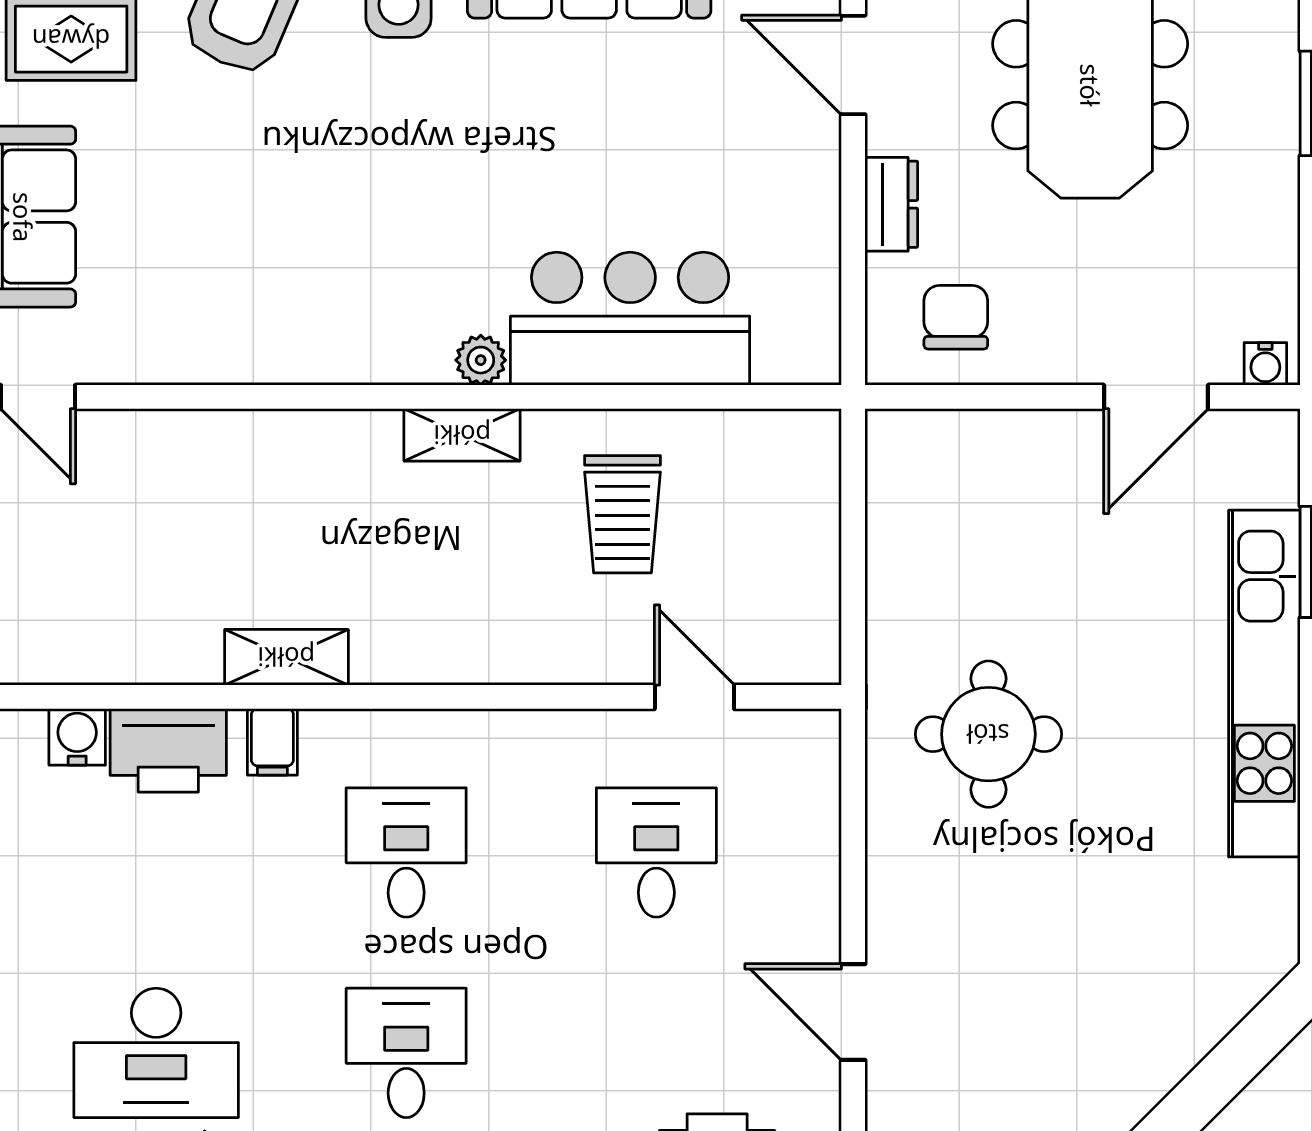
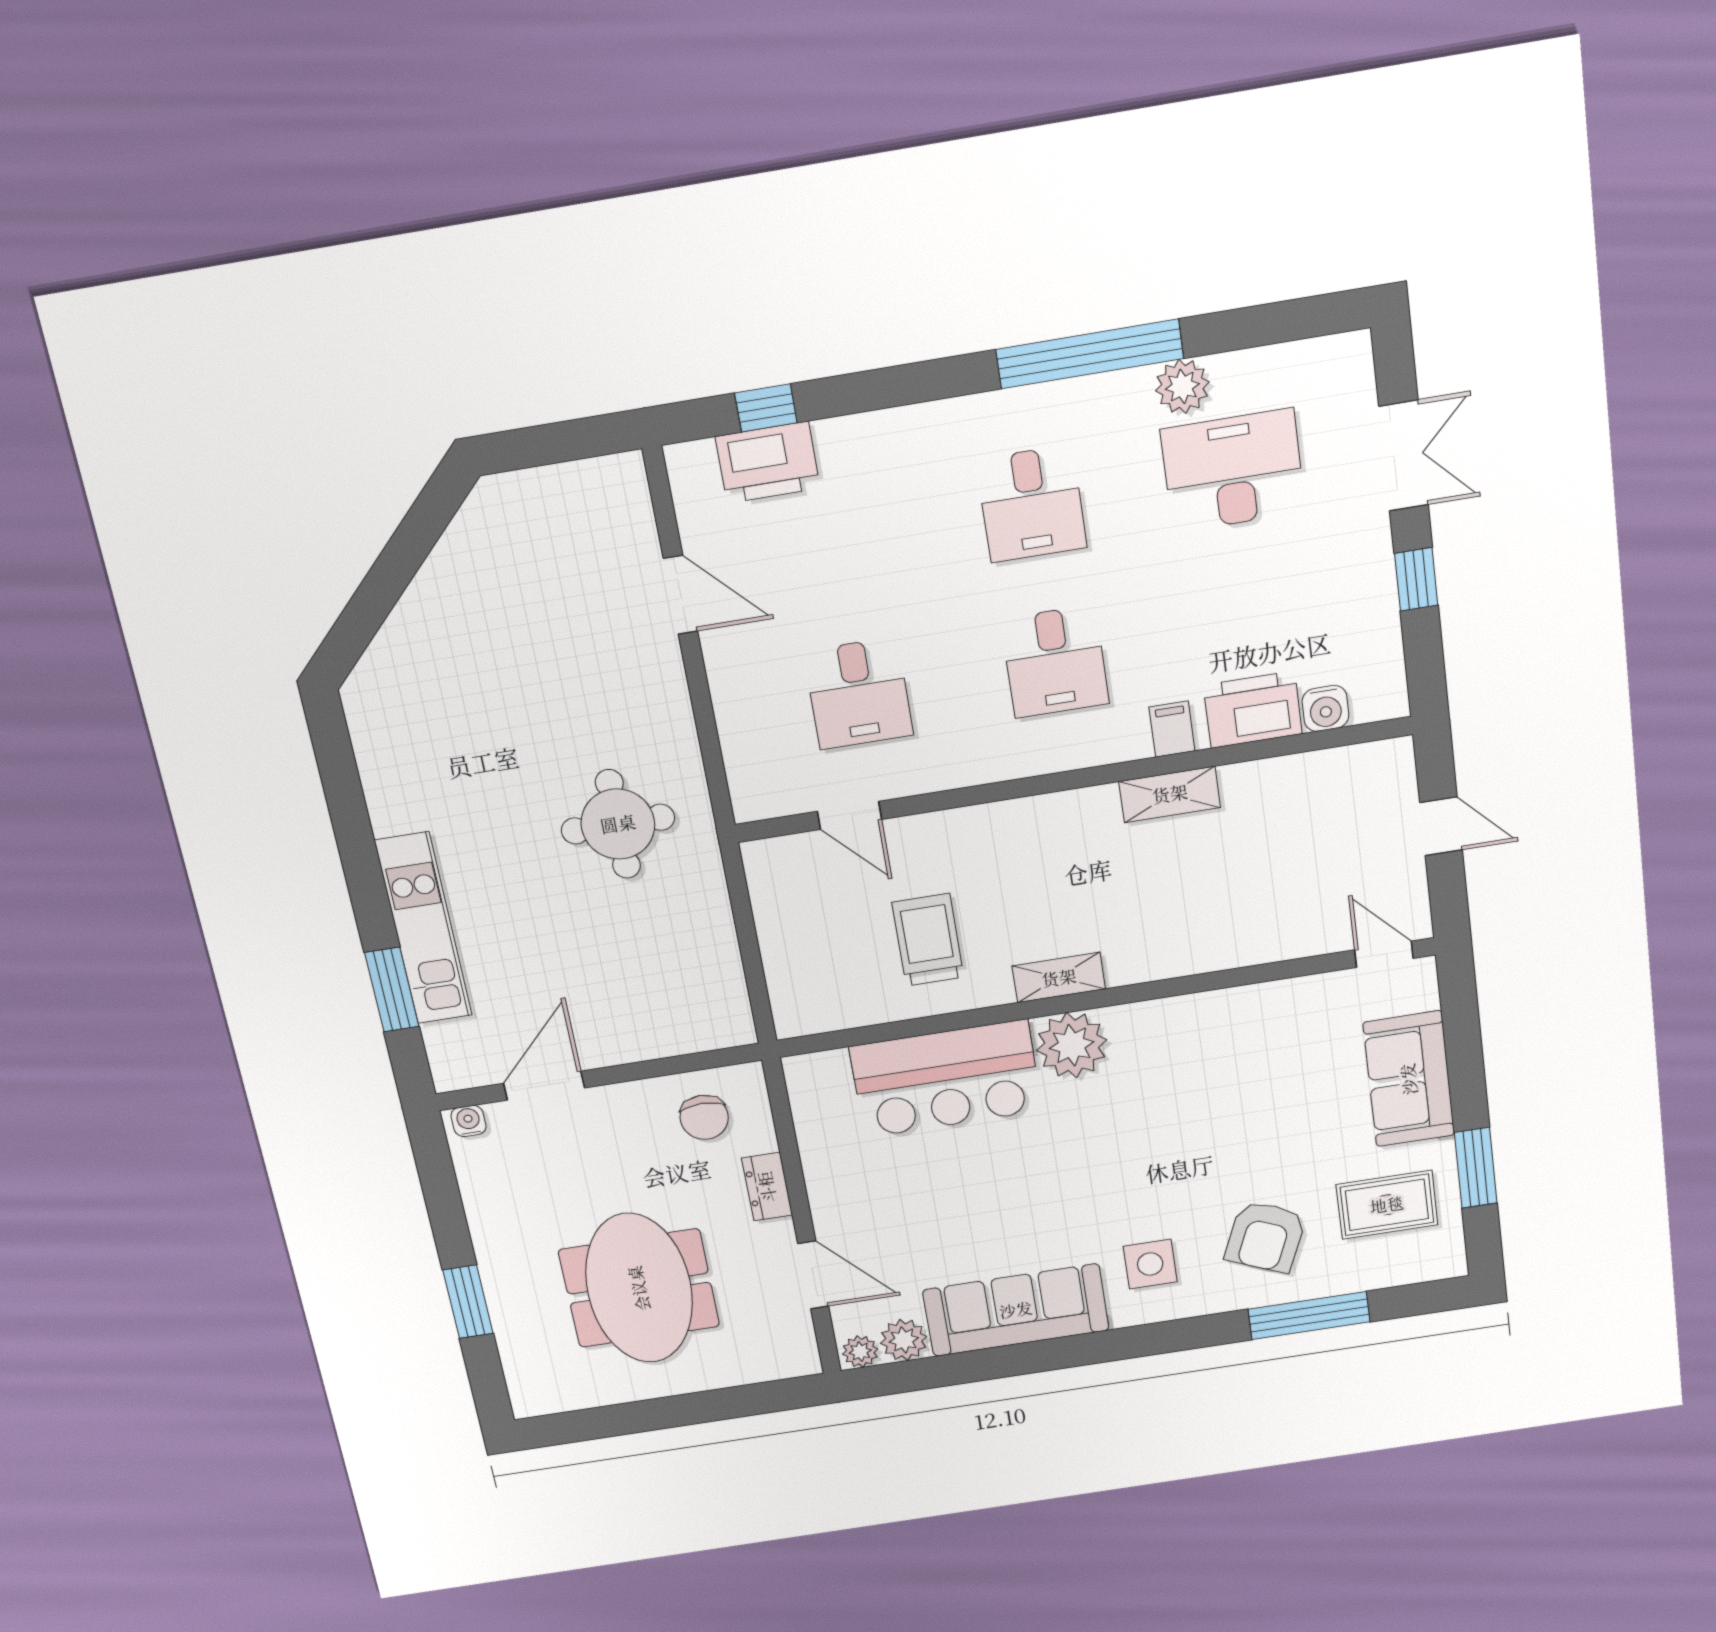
plant: (481, 360) -> (1072, 1045), width x1.88, depth x1.88
kitchen unit: (1264, 684) -> (423, 928), width x0.73

